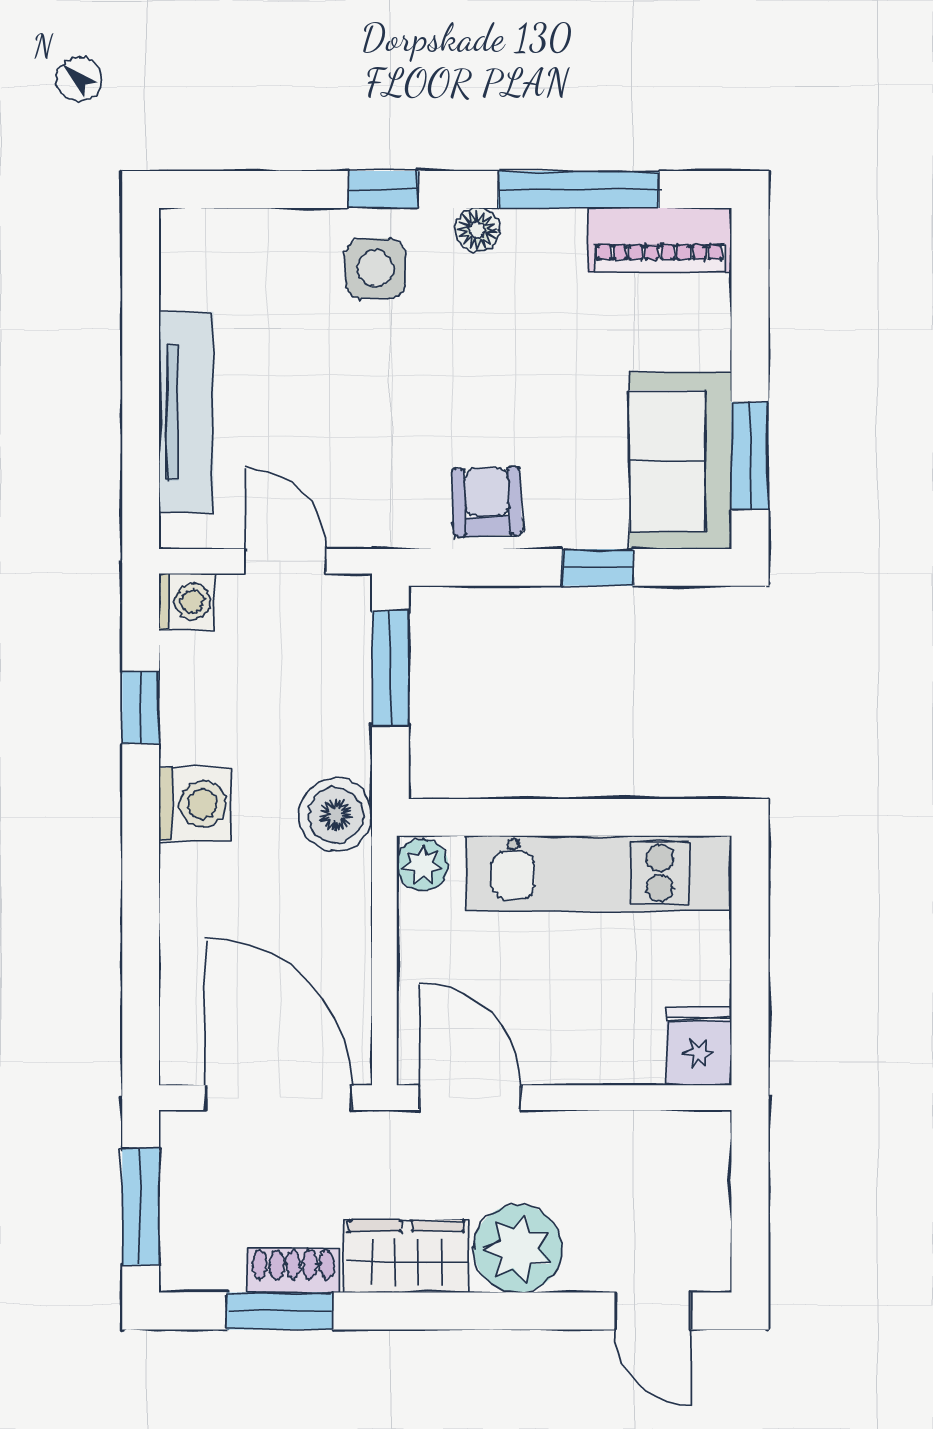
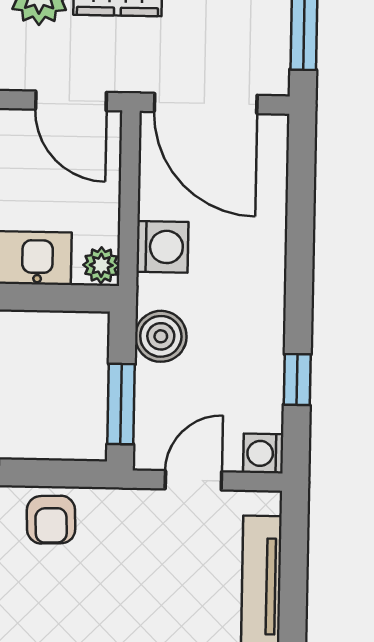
door: (285, 561) -> (193, 480), swing flipped
washing machine: (195, 804) -> (162, 247), moved, turned 180
boiler: (336, 815) -> (161, 336), moved

